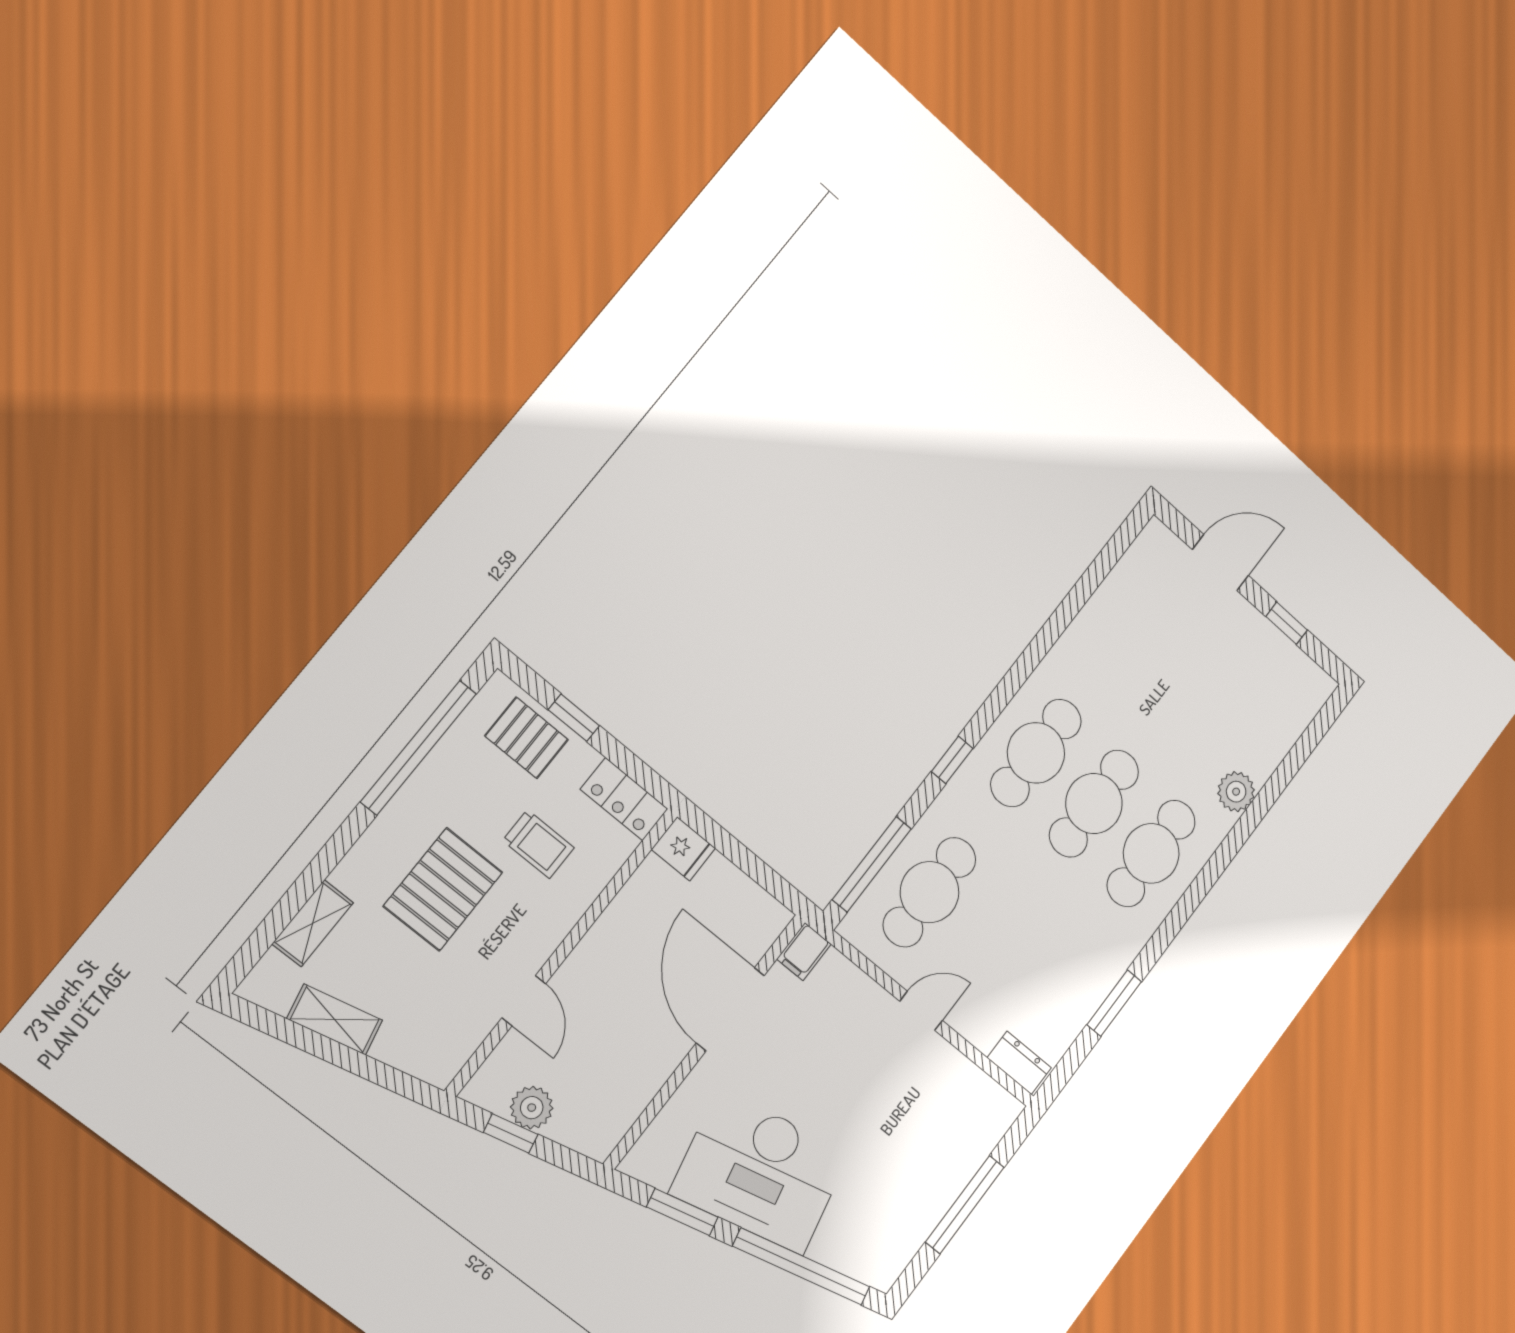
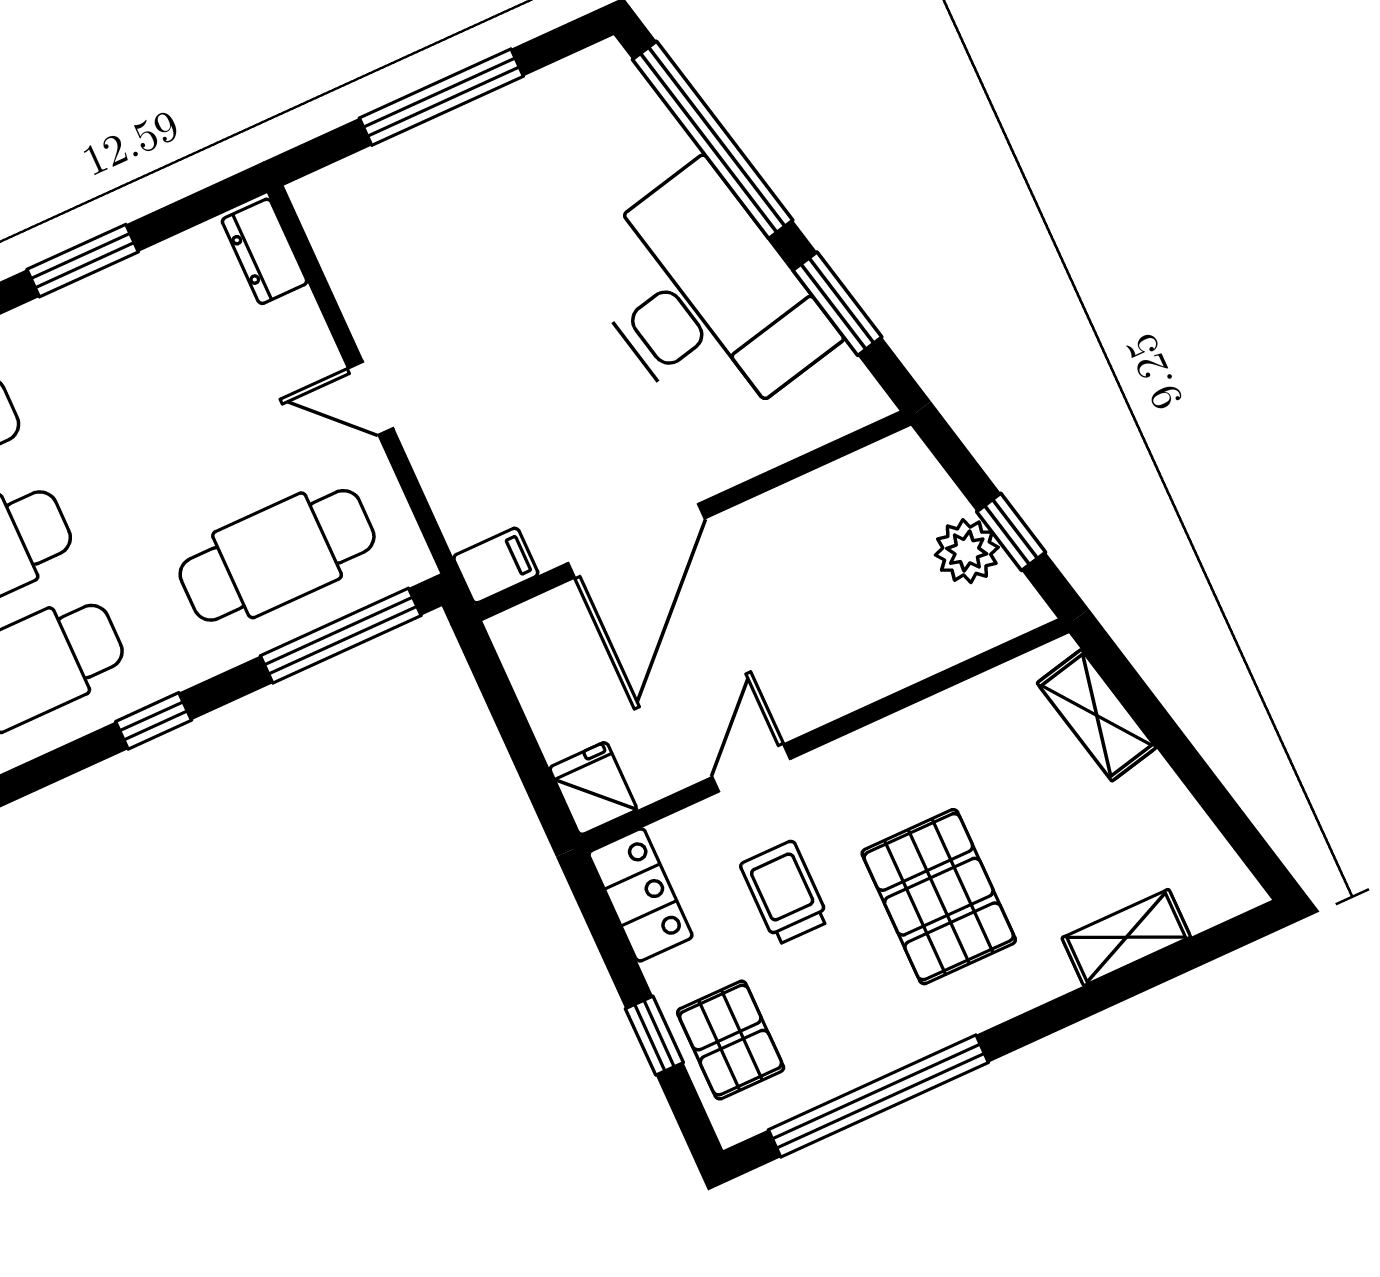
pallet: (443, 889) -> (939, 897), turned 90
door: (524, 1001) -> (751, 768), moved
shelving: (335, 1020) -> (1097, 715), moved

